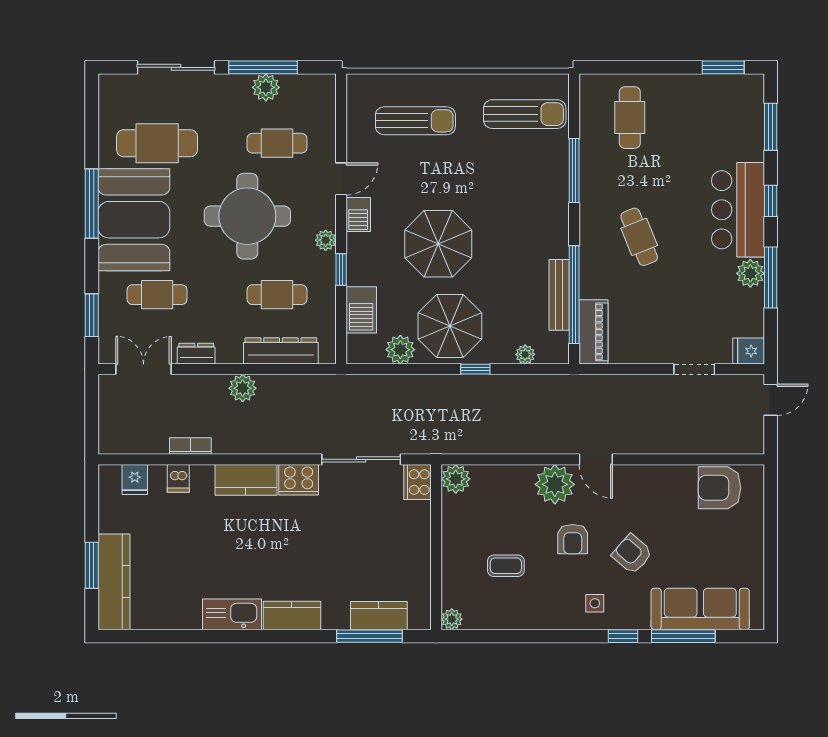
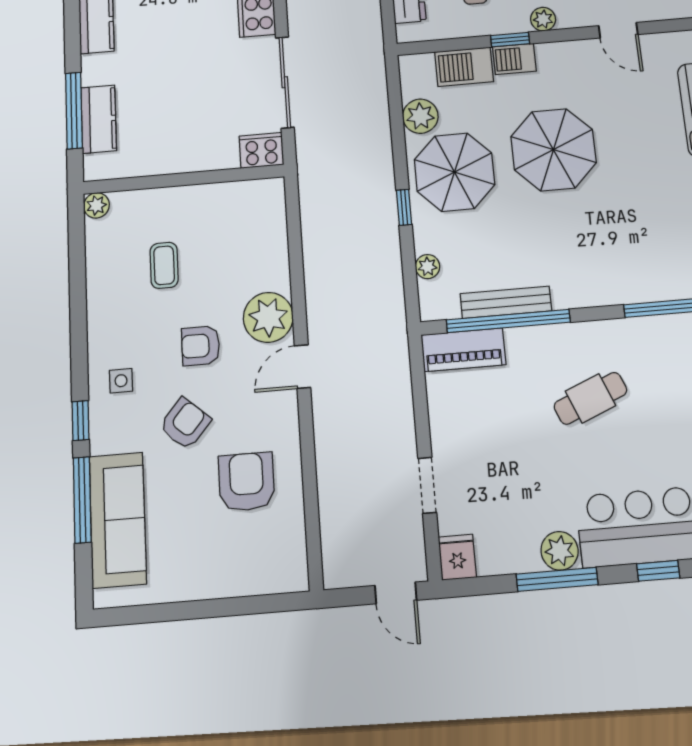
barbecue: (358, 215) -> (514, 59), moved
plant: (456, 479) -> (268, 195), removed
armchair: (719, 488) -> (246, 482), moved

